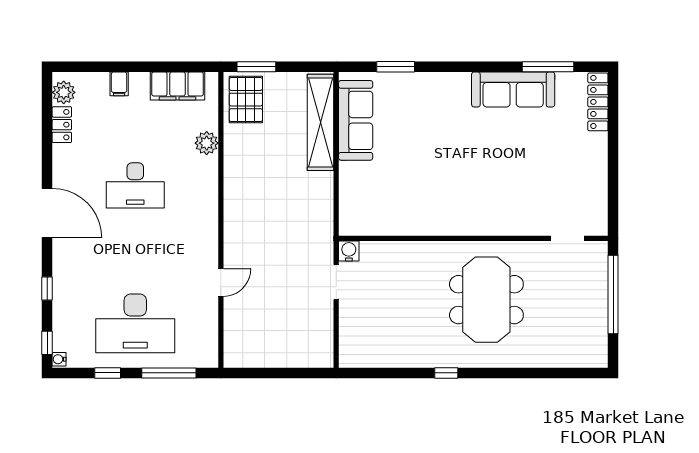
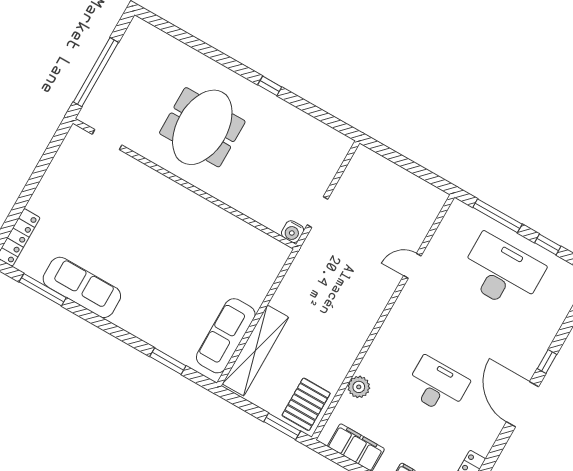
window: (47, 289) -> (547, 361), moved

